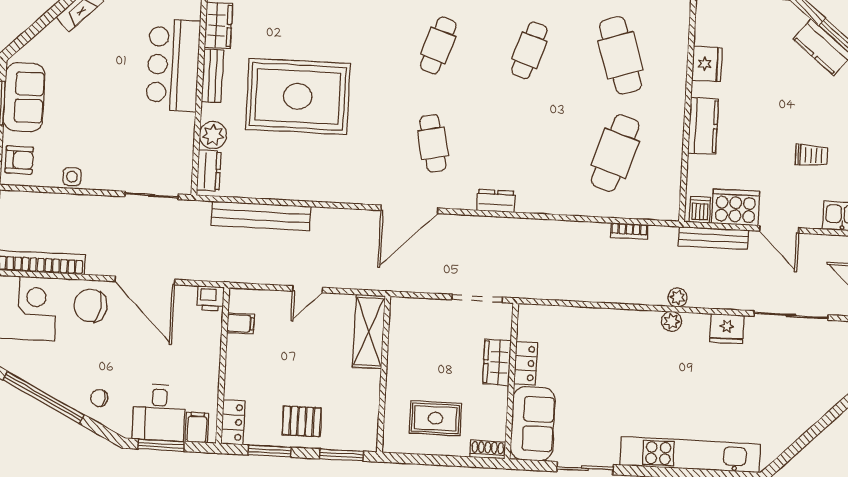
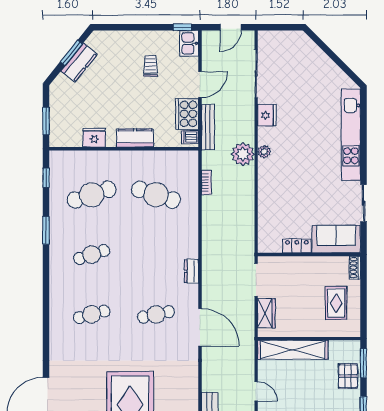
cafe table: (438, 45) -> (92, 314), turned -33
cafe table: (529, 50) -> (92, 255), turned -36
plant: (678, 297) -> (243, 154), width x1.88, depth x1.88
shelving: (369, 332) -> (293, 350), width x1.47
wardrobe: (497, 362) -> (266, 313), moved, turned -90
pallet: (302, 421) -> (348, 376), moved

